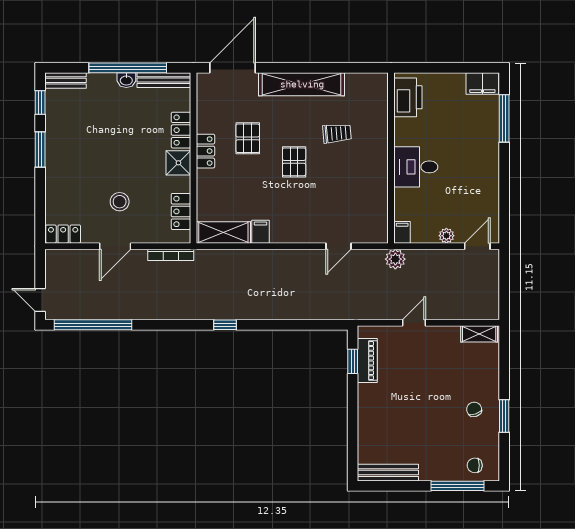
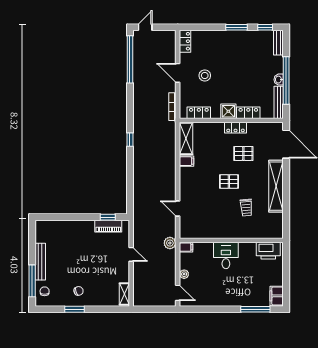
bench: (388, 473) -> (40, 262), moved

